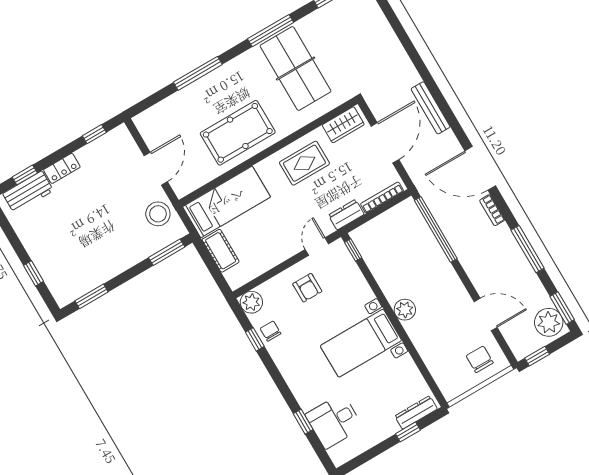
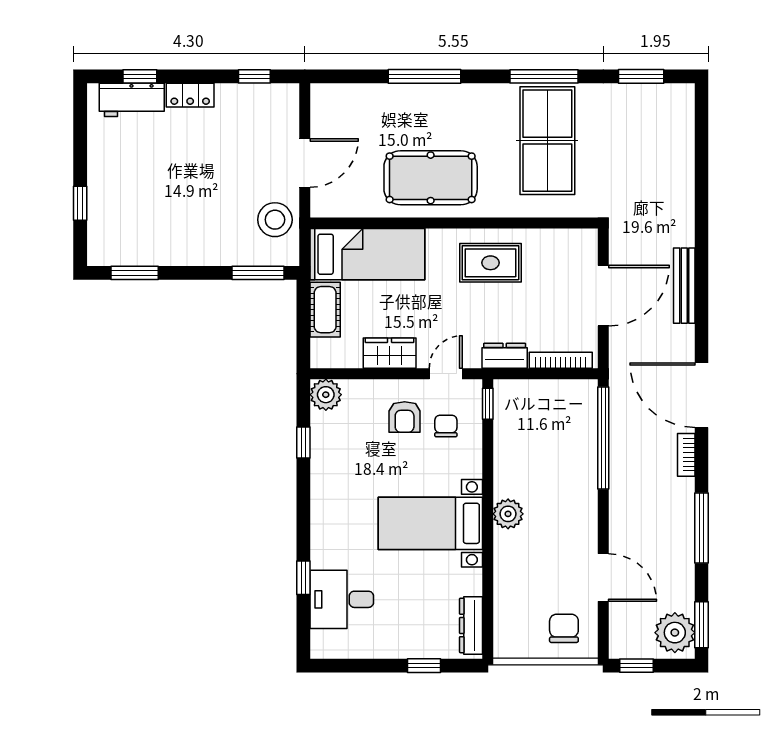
wardrobe: (343, 125) -> (390, 353), moved, turned 180
chair: (270, 331) -> (446, 426), moved
dresser: (416, 412) -> (471, 625), moved, turned -90

